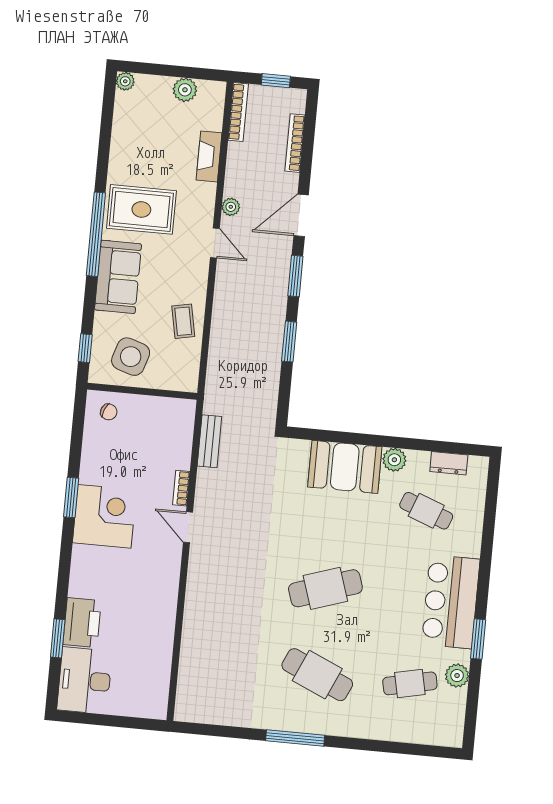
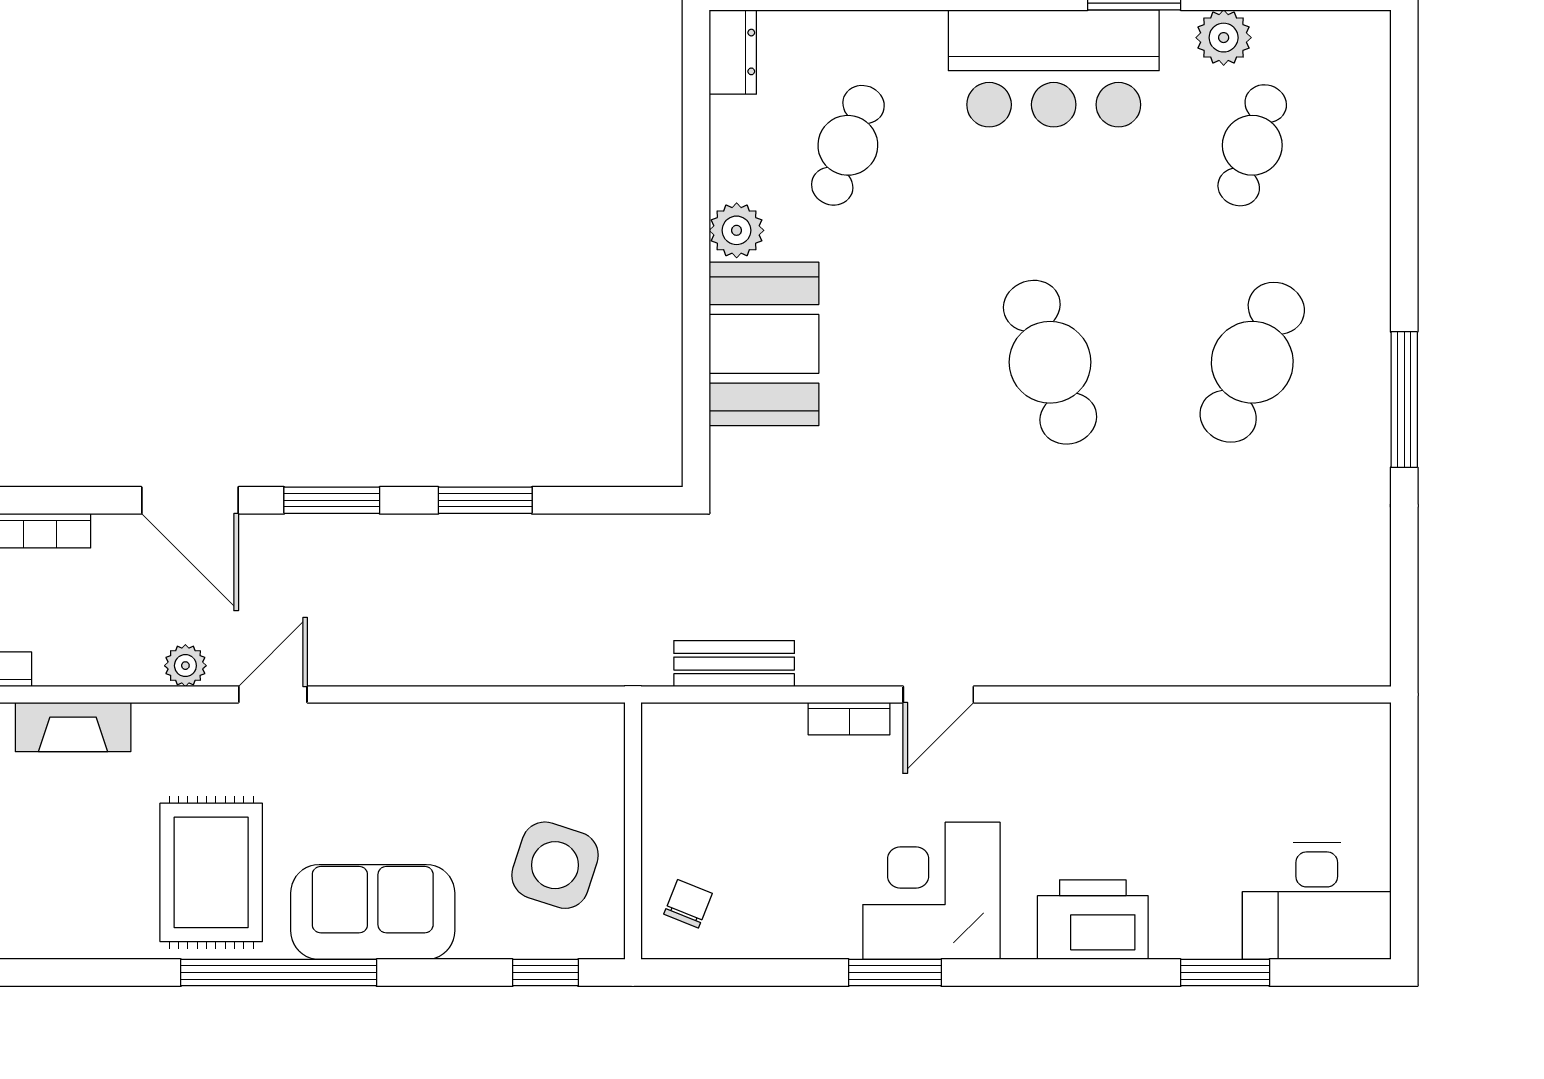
coffee table: (183, 321) -> (461, 751), removed
dresser: (449, 463) -> (733, 52), moved
printer: (82, 623) -> (1093, 920), moved
cafe table: (410, 683) -> (1252, 145), turned 30

